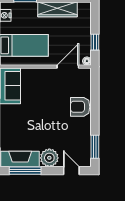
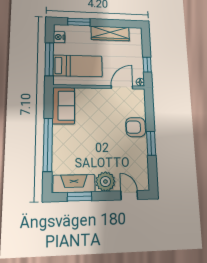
window: (95, 147) -> (151, 143), moved
window: (25, 171) -> (80, 197), width x0.69

